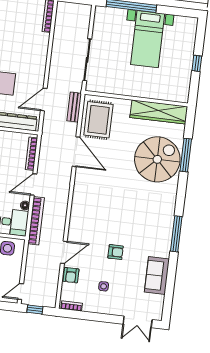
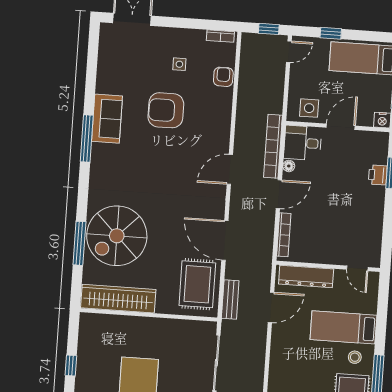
door: (64, 252) -> (230, 169), moved
armchair: (116, 252) -> (166, 110), width x1.88, depth x1.88
sofa: (157, 276) -> (107, 119), moved

